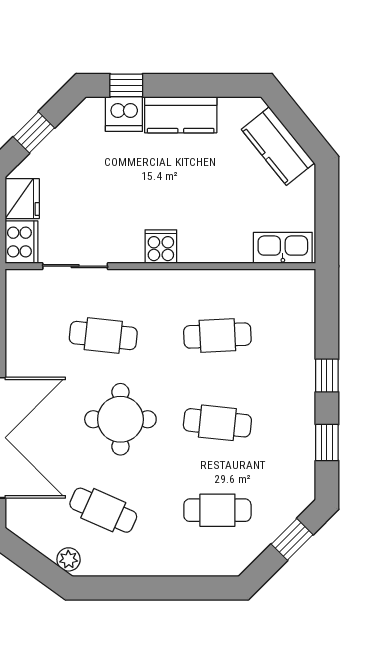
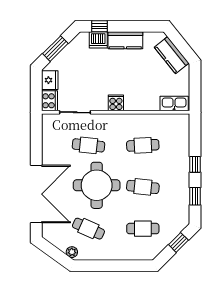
window: (34, 132) -> (55, 49), width x1.50
round table: (120, 419) -> (97, 185), width x1.36, depth x1.36

